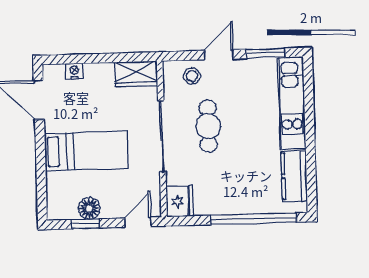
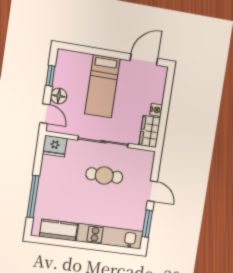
nightstand: (74, 71) -> (156, 110), moved
stool: (192, 76) -> (141, 170), removed
floor lamp: (89, 208) -> (59, 96), moved
window: (254, 219) -> (33, 197), width x0.68

